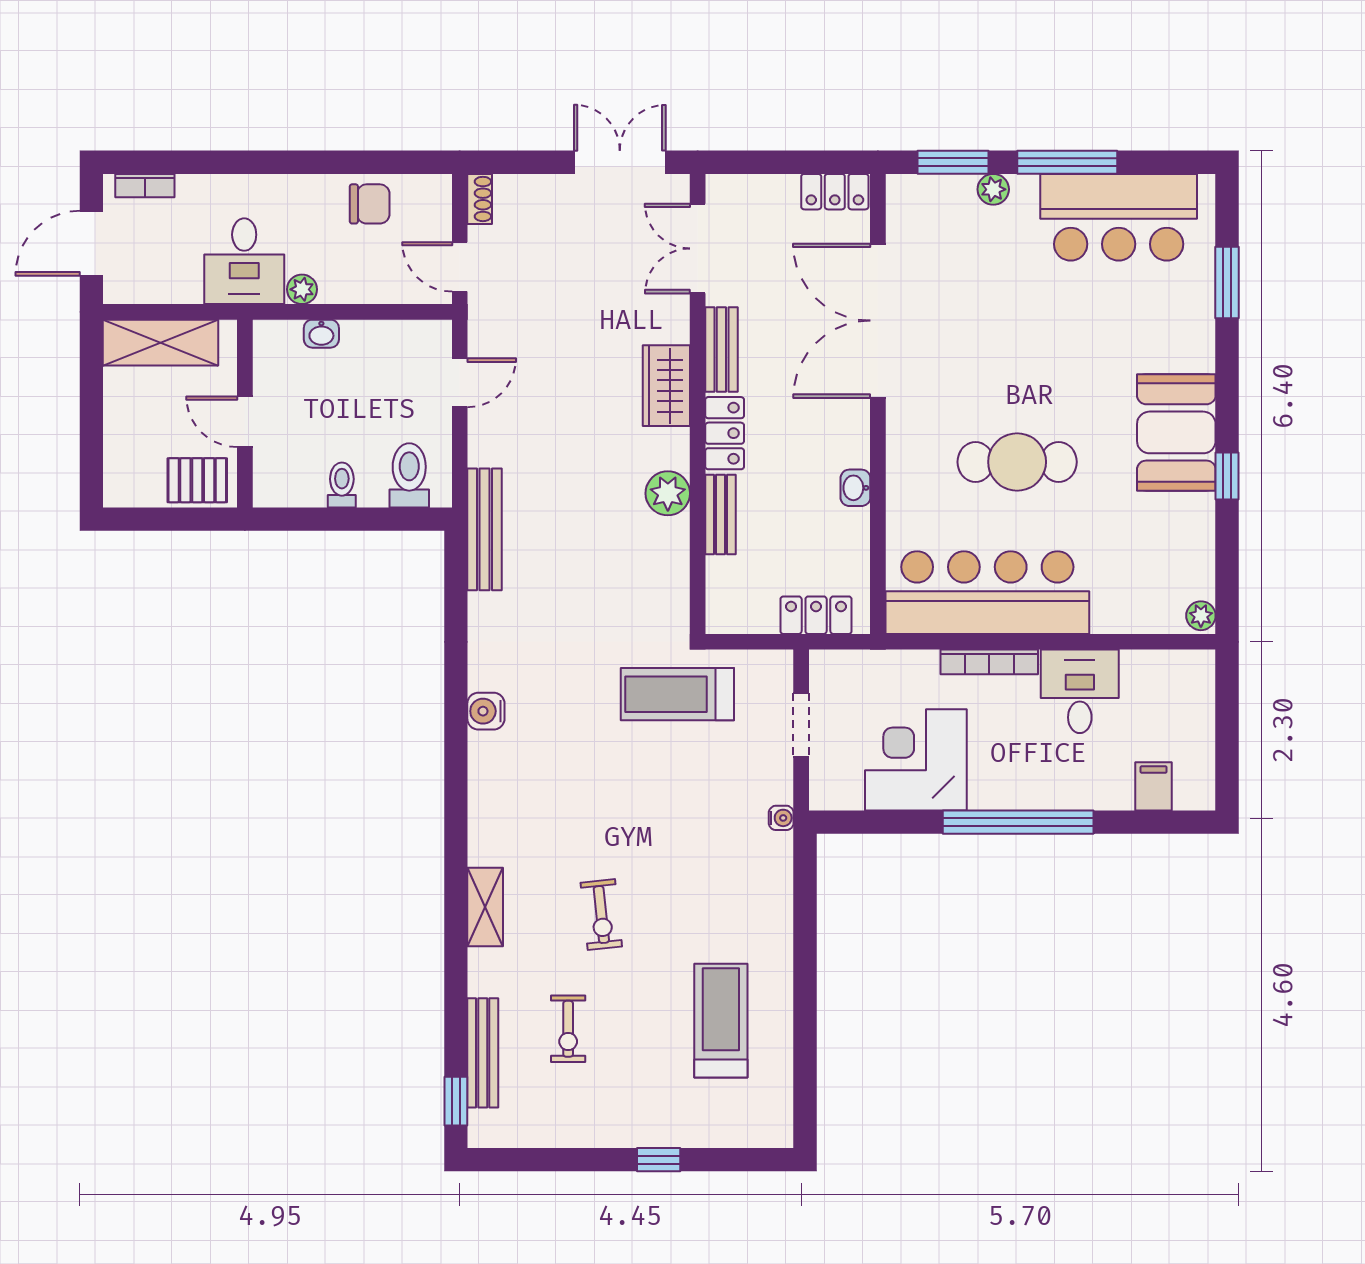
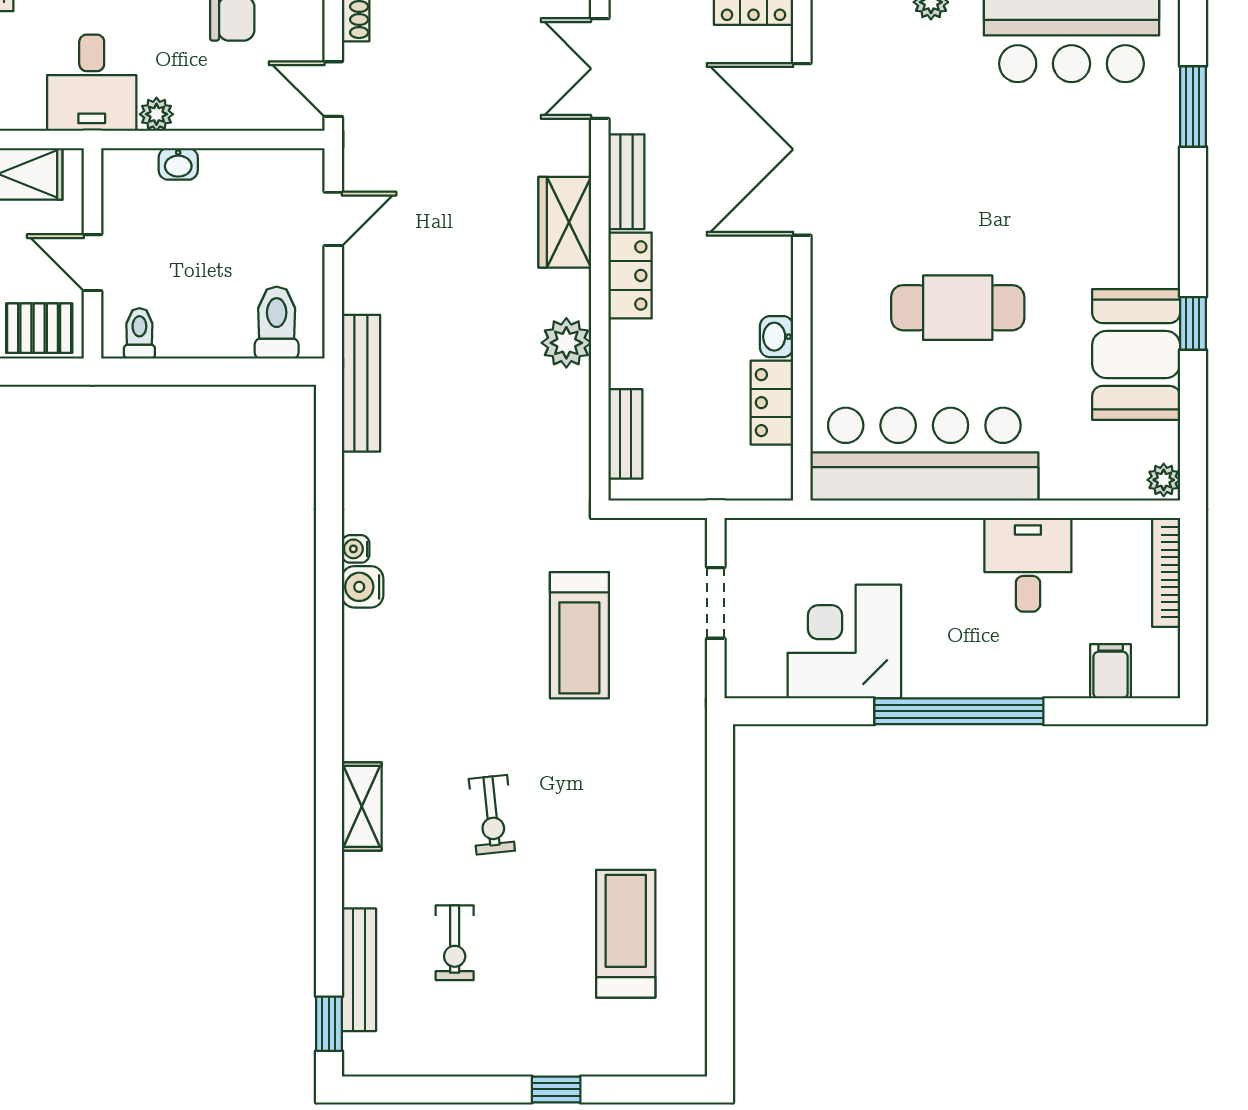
booth: (1176, 432) -> (1136, 354), moved
toilet: (342, 485) -> (139, 333), moved
bench: (720, 515) -> (625, 434), moved
locker: (816, 615) -> (772, 403), moved, turned -90
bookcase: (989, 662) -> (1166, 572), moved, turned 90
treadmill: (677, 694) -> (579, 635), moved, turned -90
water cooler: (781, 818) -> (356, 549), moved, turned 180

